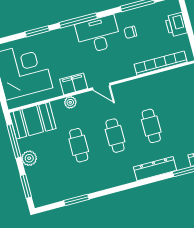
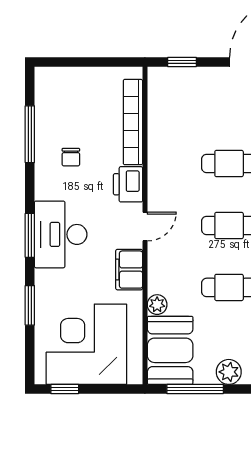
window: (78, 20) -> (30, 235), width x0.69
printer: (176, 25) -> (128, 184), moved, turned 90
desk: (98, 34) -> (61, 234), moved
plant: (70, 102) -> (157, 305), moved

